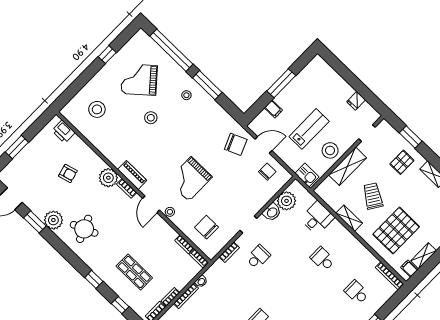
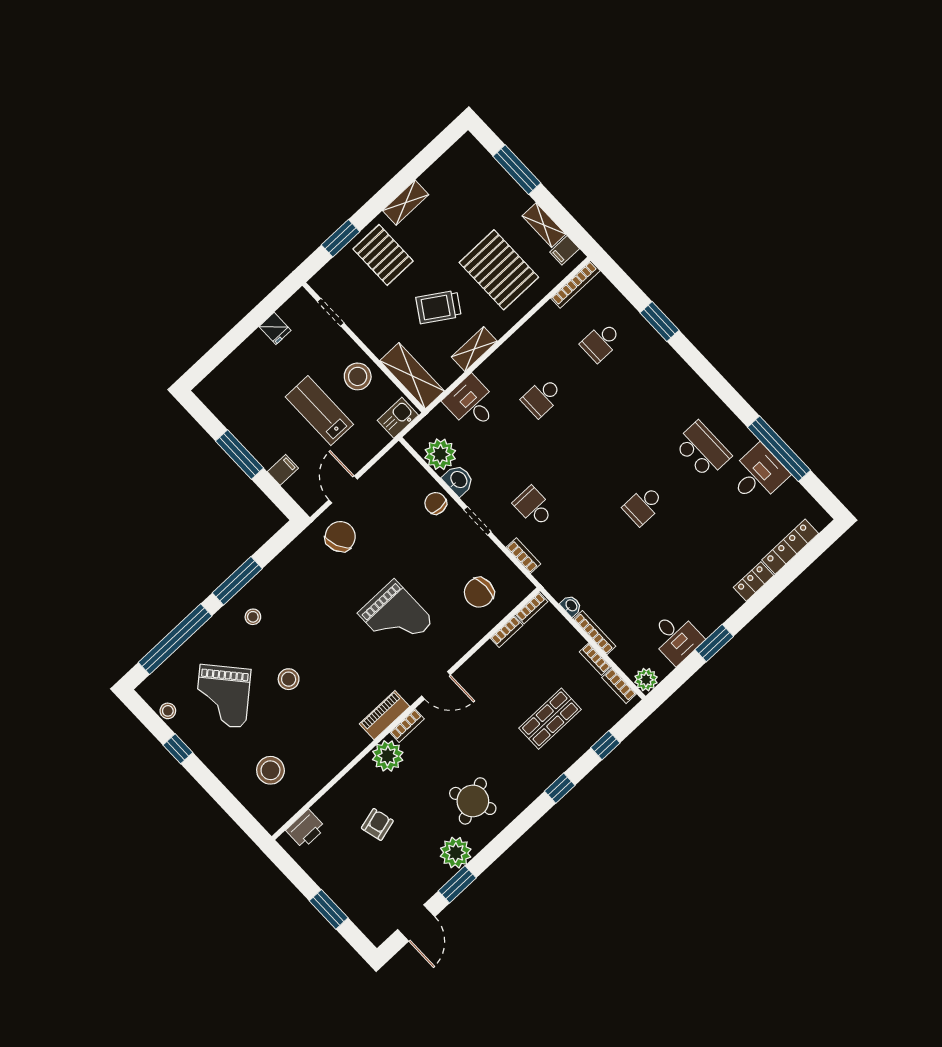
pallet: (402, 162) -> (383, 255), width x1.50, depth x1.42
shelving: (347, 166) -> (412, 376), moved
chair: (267, 172) -> (436, 503), moved
stool: (170, 212) -> (168, 711), moved

